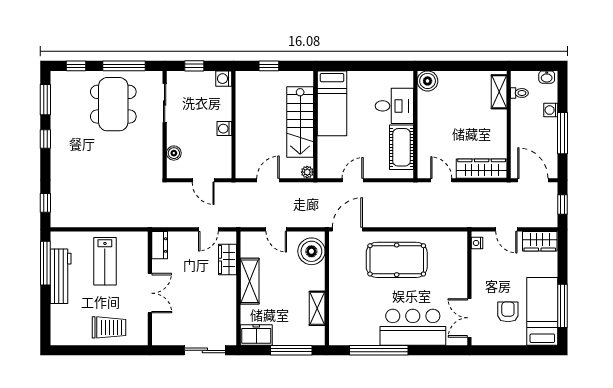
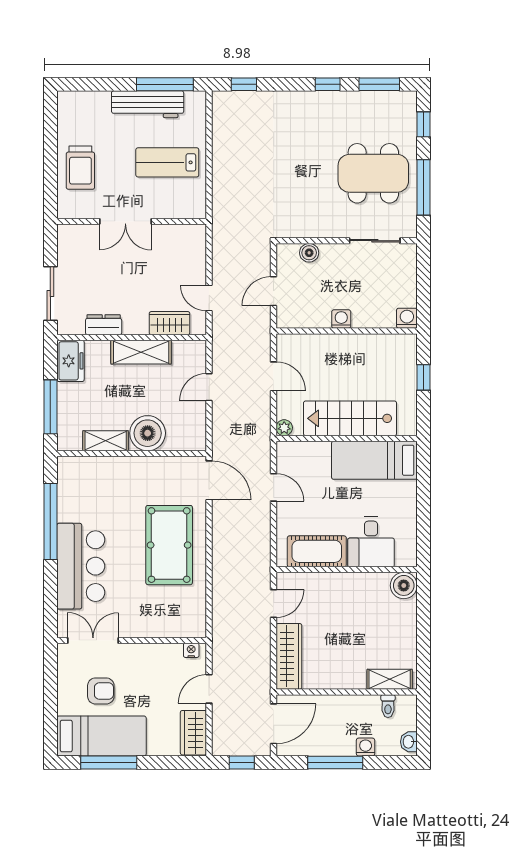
window: (194, 66) -> (424, 280), removed
dresser: (160, 245) -> (104, 325), moved, turned 180
boiler: (311, 251) -> (148, 433), moved

